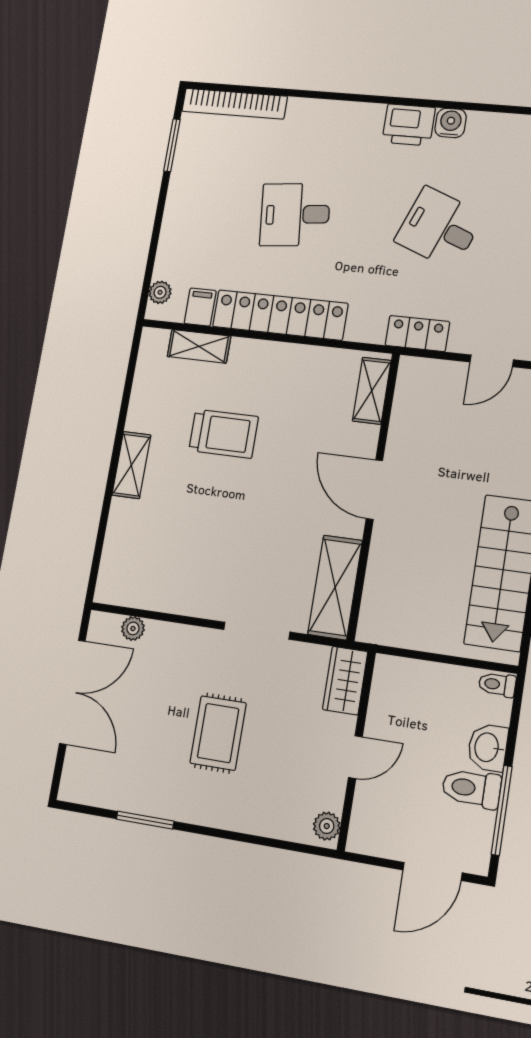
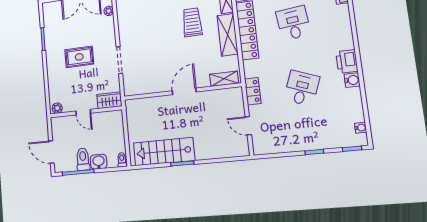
trolley: (224, 434) -> (192, 22), turned 180
shelving: (335, 587) -> (228, 35), moved, turned 90

